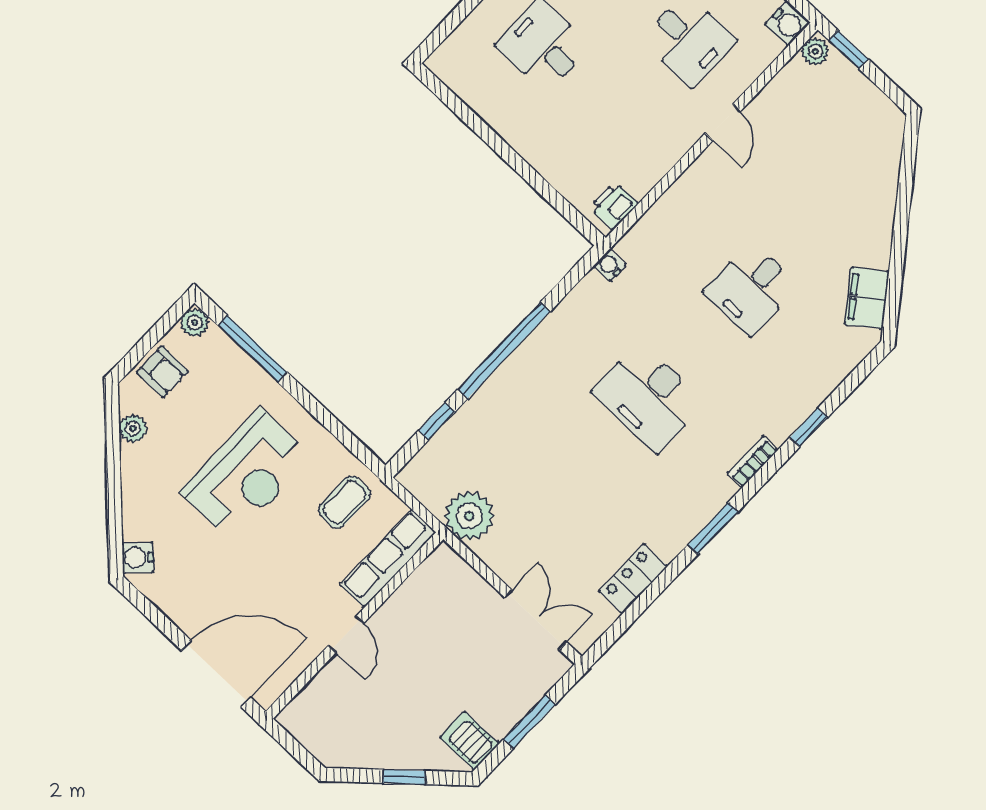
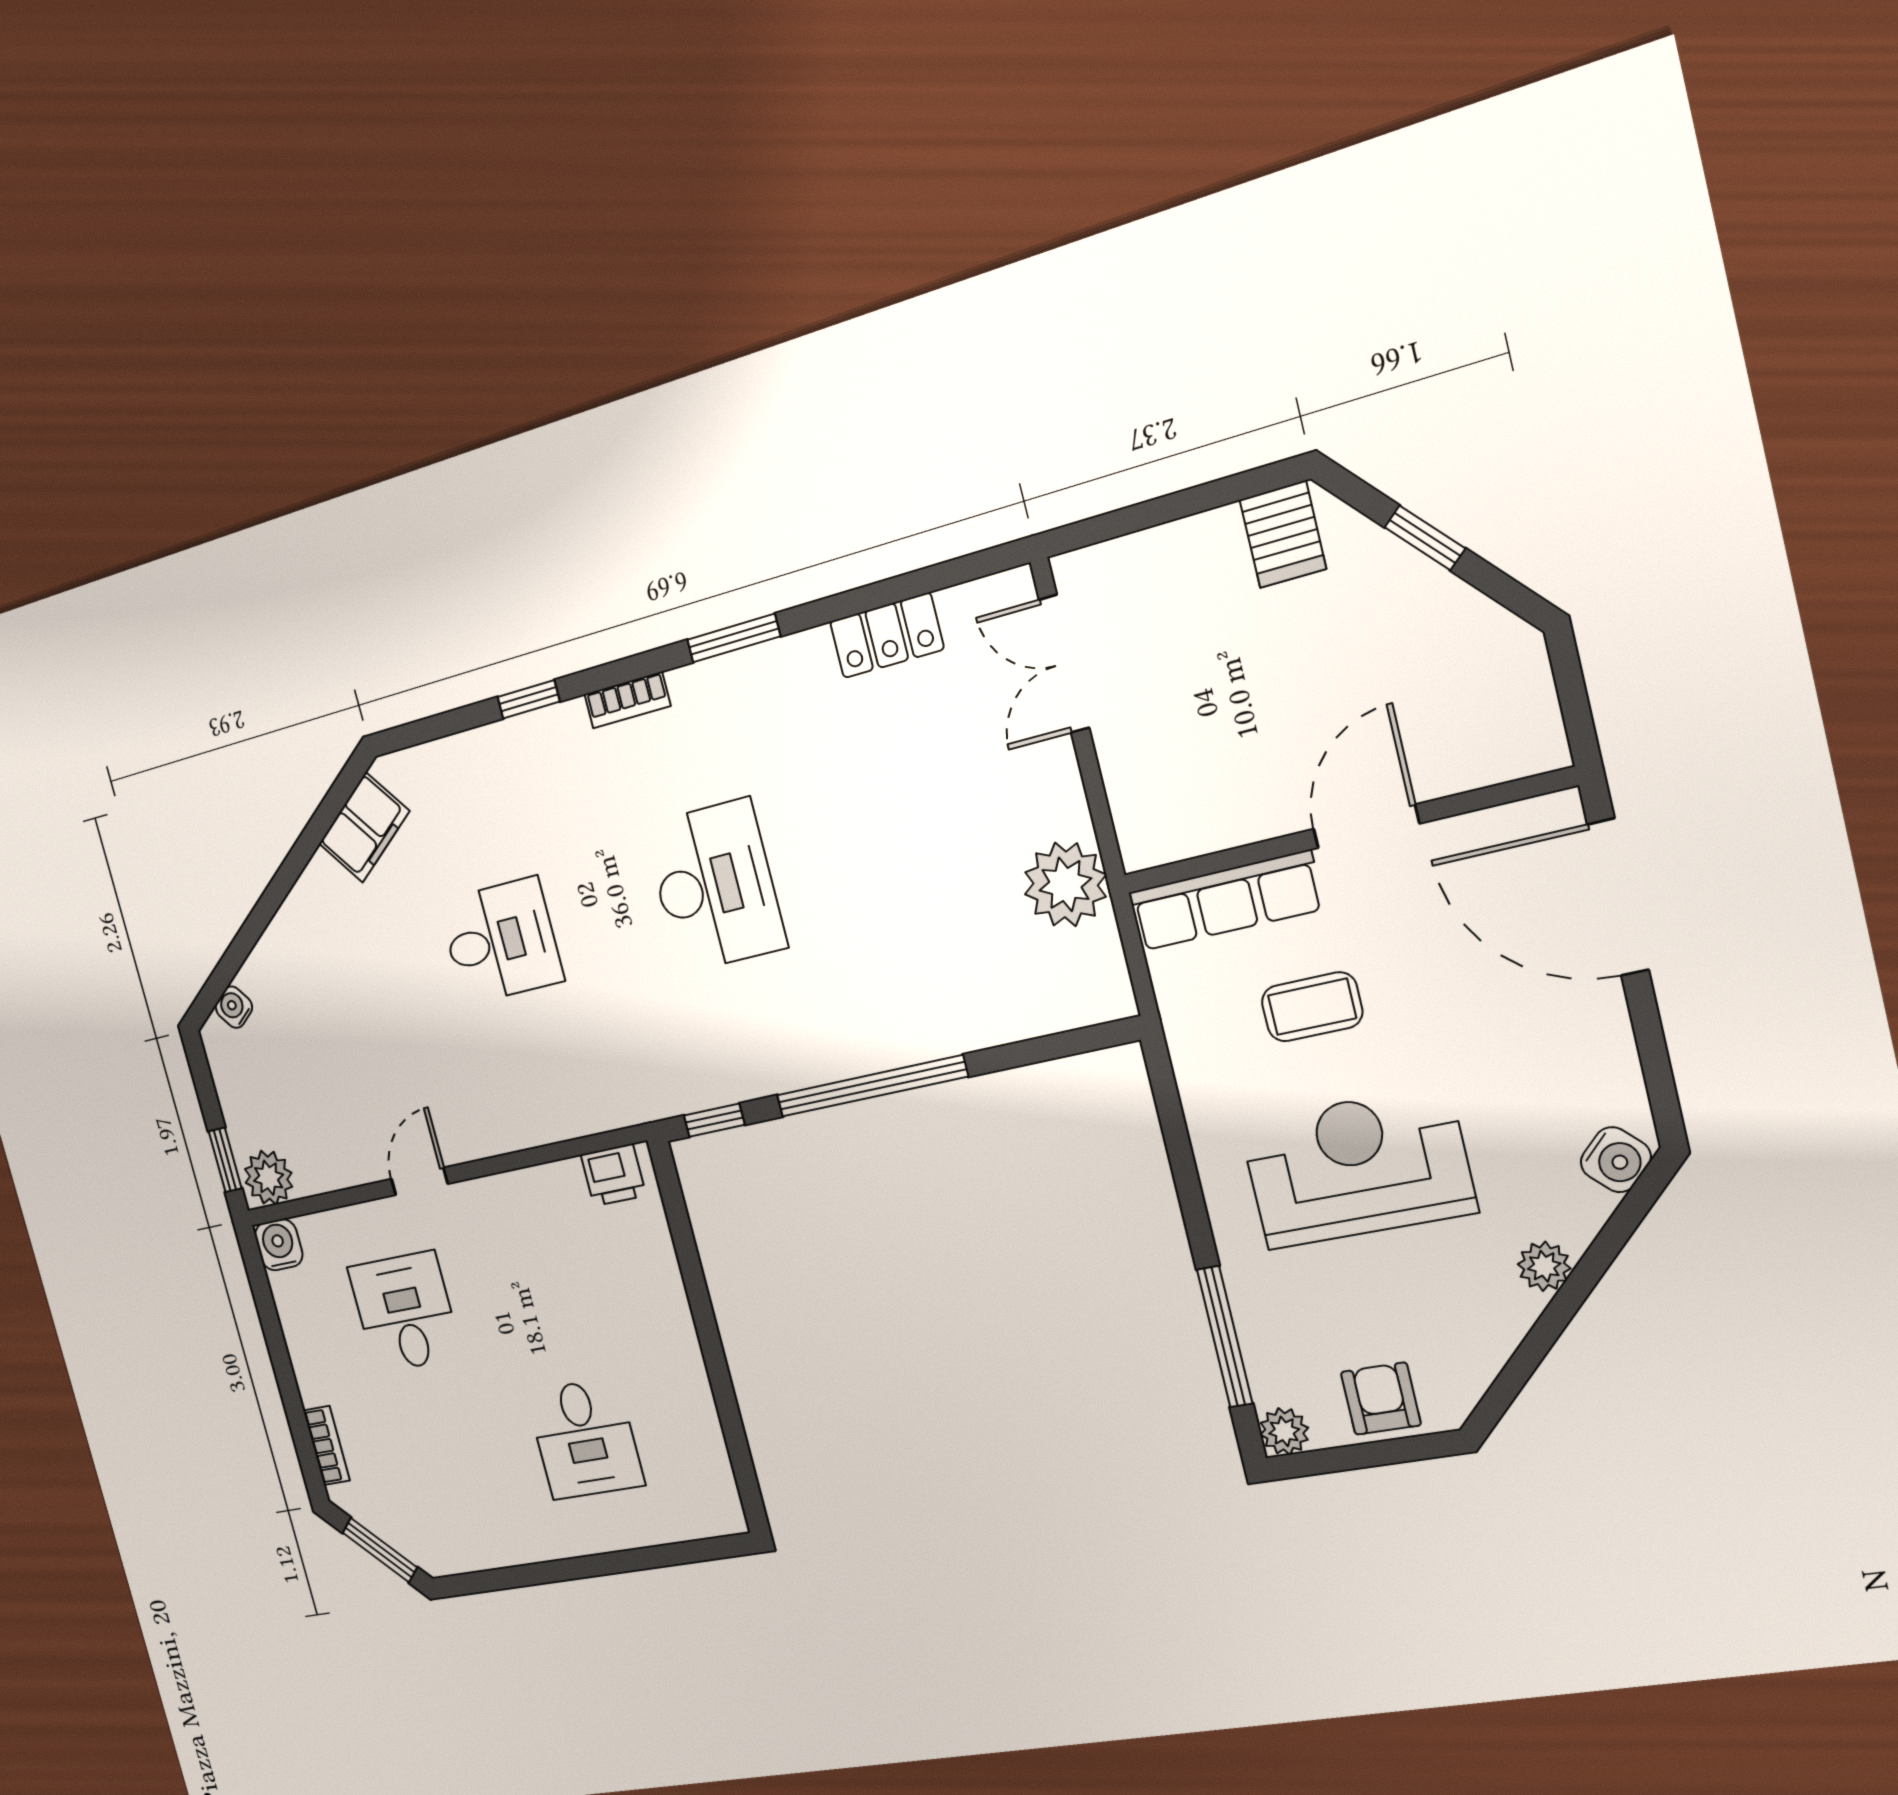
plant: (815, 51) -> (269, 1178), width x1.38, depth x1.38
water cooler: (610, 265) -> (234, 1007), moved, turned 143
window: (437, 421) -> (714, 1120), moved
plant: (133, 428) -> (1544, 1266), moved
coffee table: (344, 502) -> (1312, 1007), moved
door: (346, 634) -> (1366, 826), width x1.38
window: (529, 722) -> (1171, 507), removed

